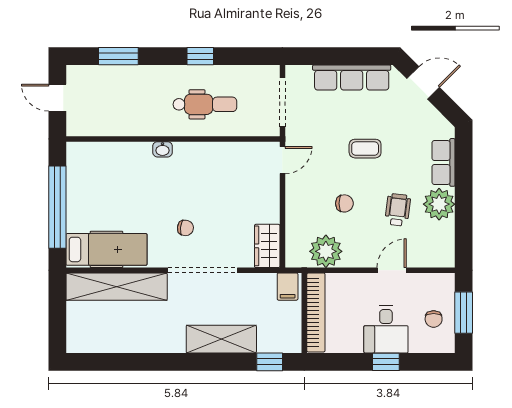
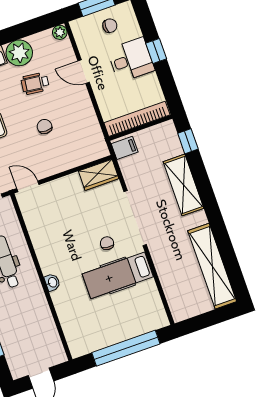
hospital bed: (106, 249) -> (118, 275), moved, turned -90
plant: (326, 251) -> (60, 32), moved, width x0.53, depth x0.53
shelving: (117, 287) -> (212, 266), moved

